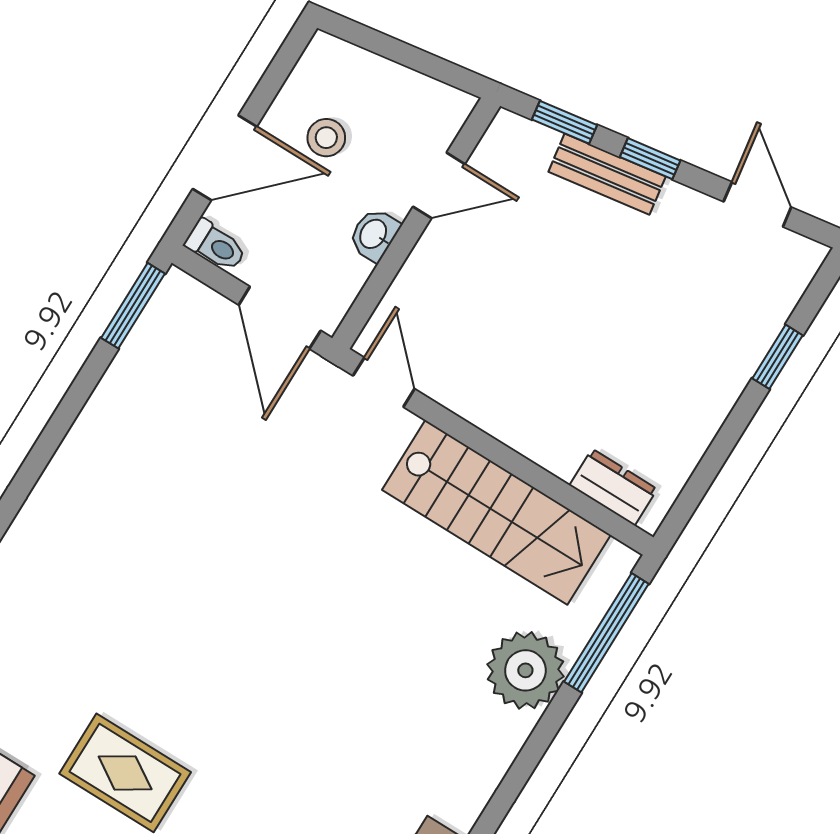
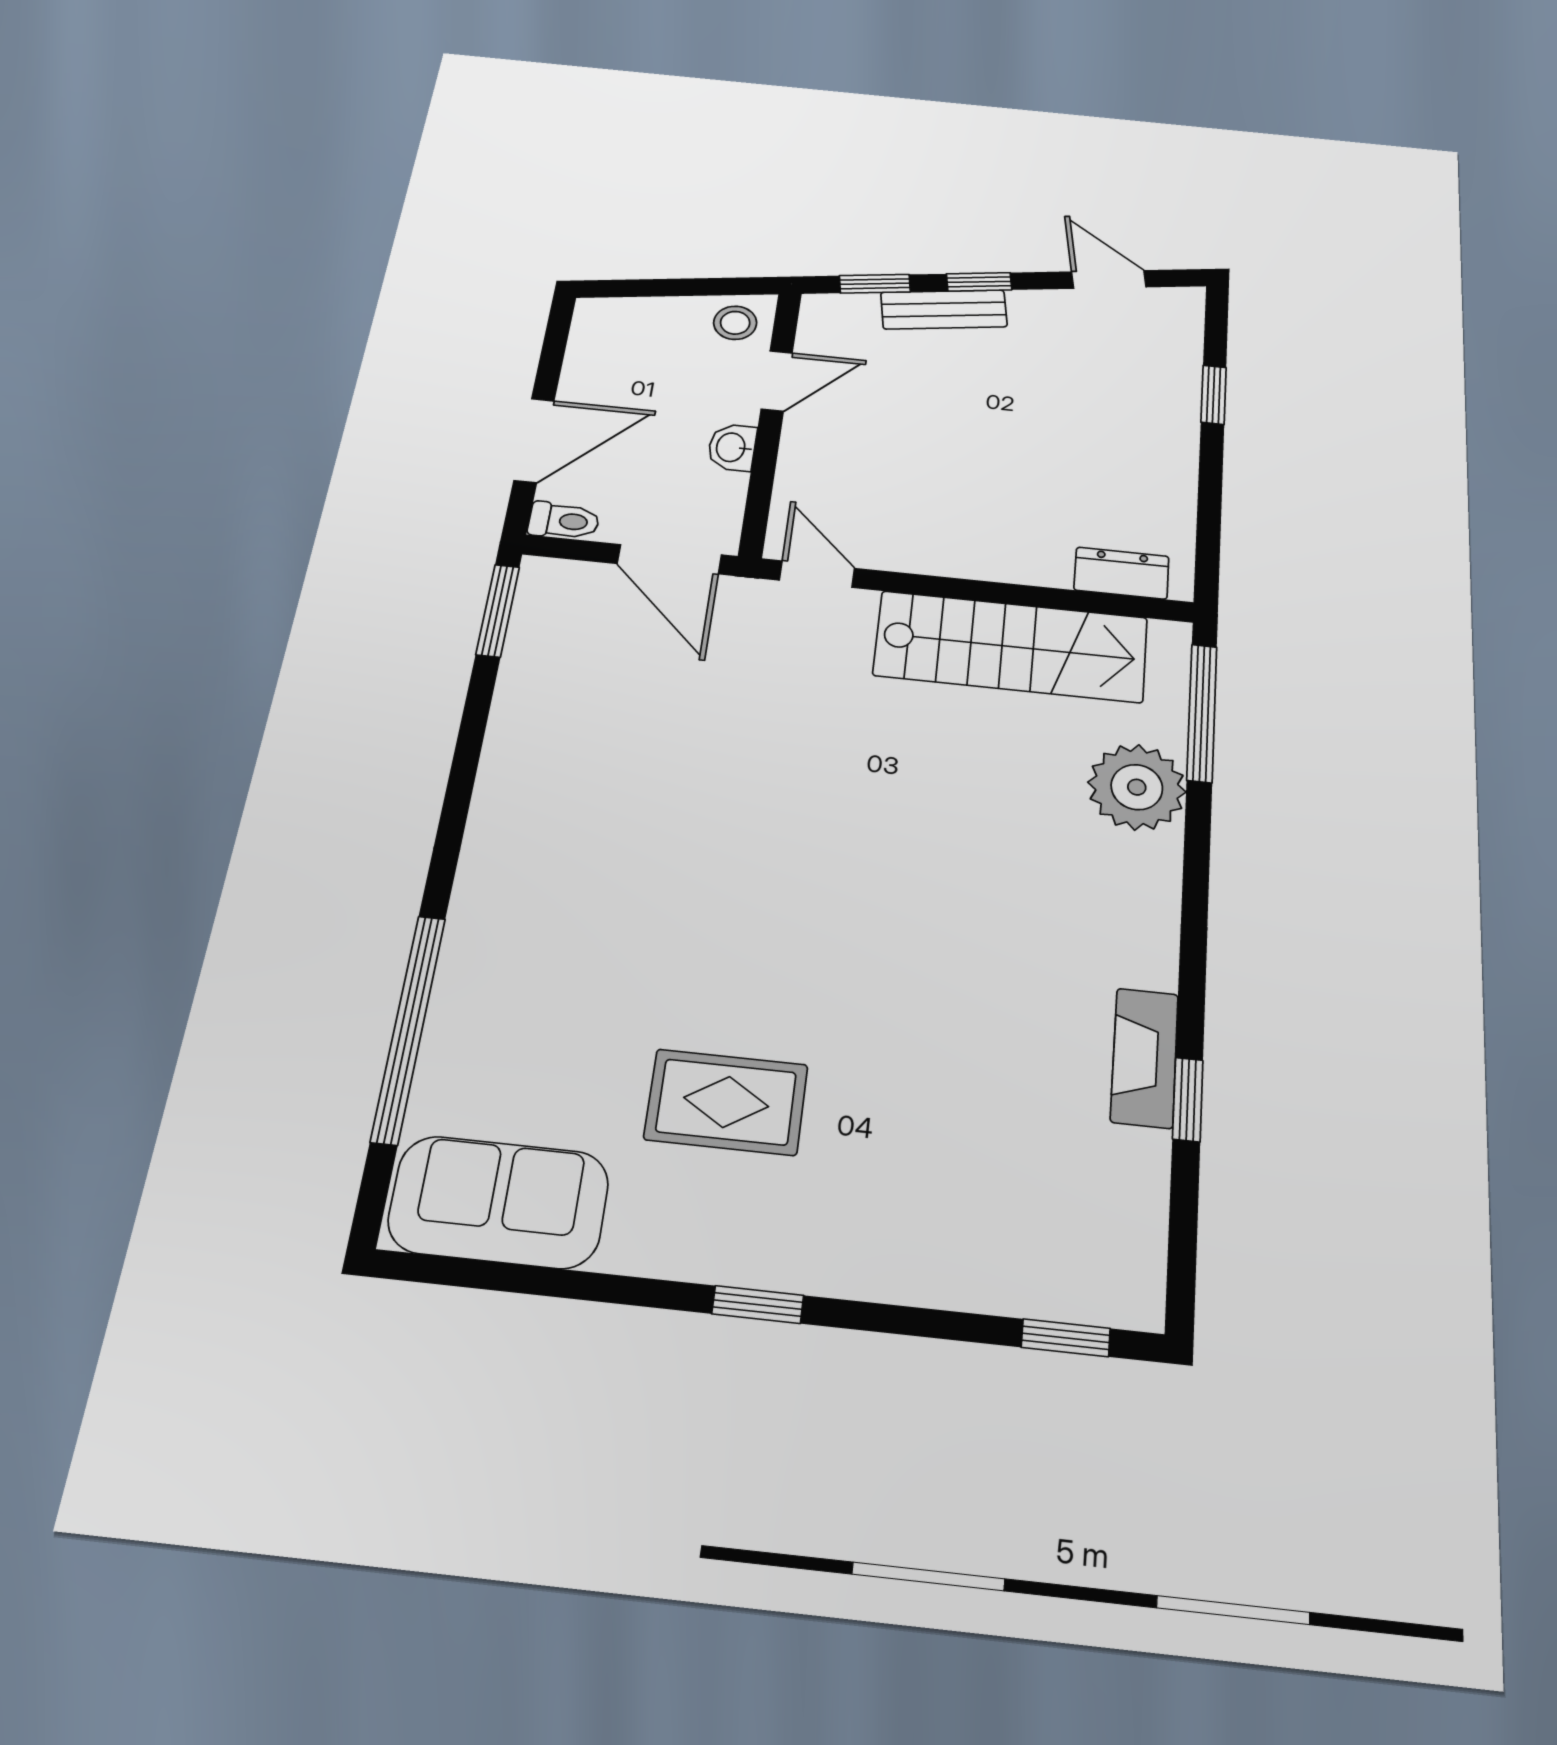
stool: (326, 138) -> (735, 323), moved

